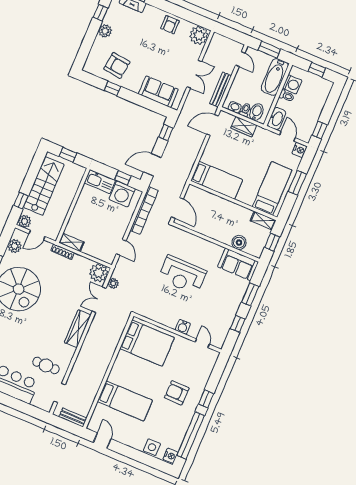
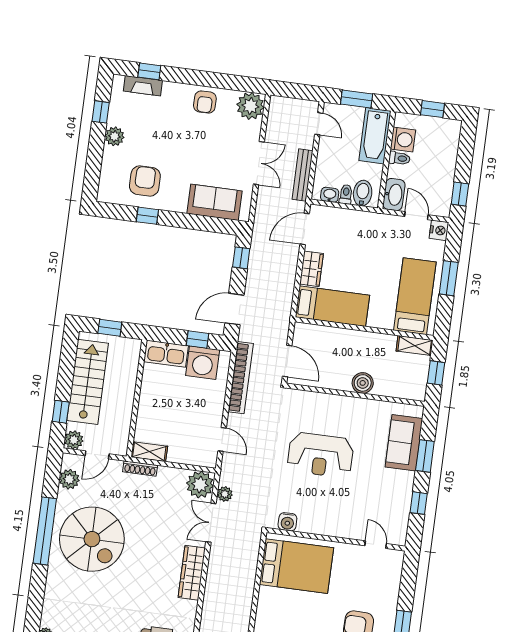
armchair: (117, 65) -> (145, 181), turned -97
wardrobe: (244, 127) -> (311, 269), moved, turned -90
boiler: (239, 243) -> (363, 383), moved
sofa: (238, 264) -> (404, 443), moved, turned 90
water cooler: (183, 327) -> (287, 522), moved

